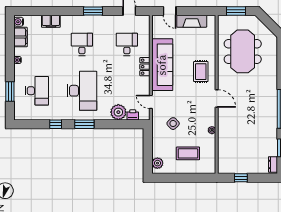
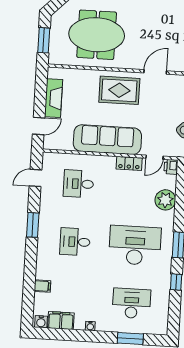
filing cabinet: (51, 21) -> (42, 286), width x0.50
locker: (145, 67) -> (129, 163), moved
rug: (201, 72) -> (119, 90), width x1.36, depth x1.43
printer: (133, 115) -> (171, 167), moved

